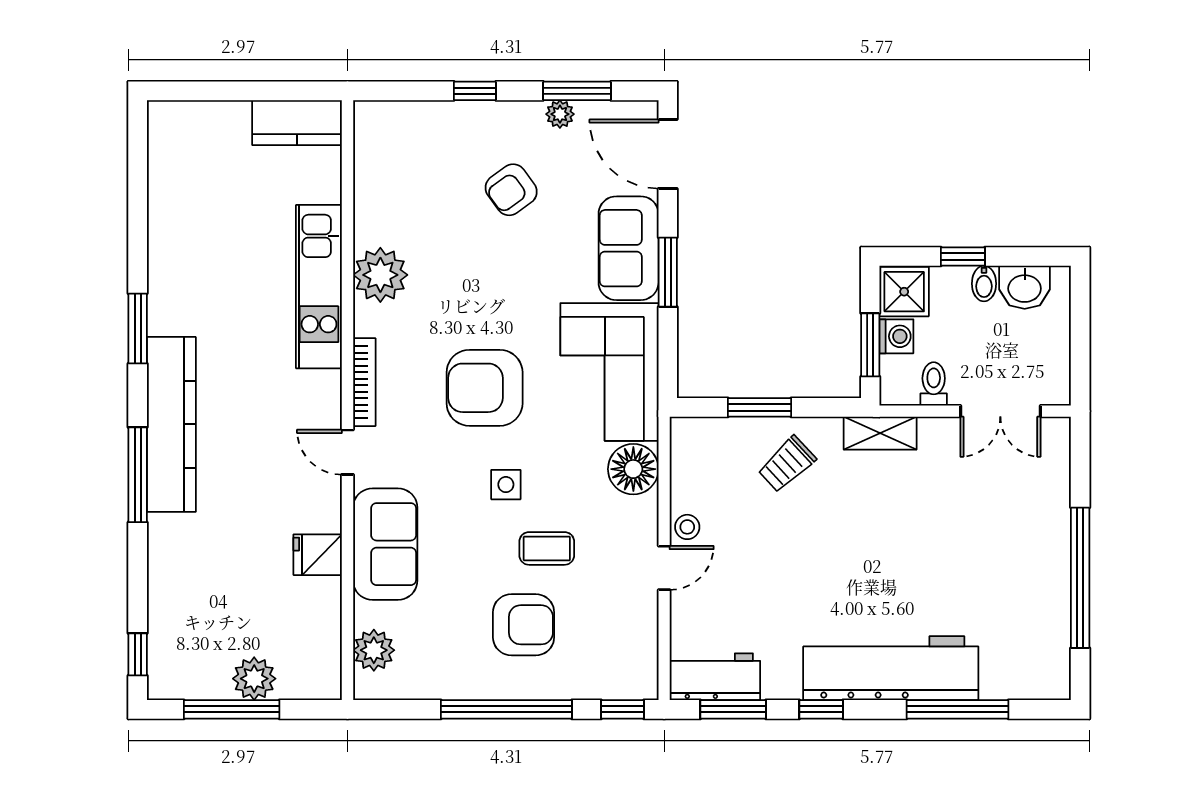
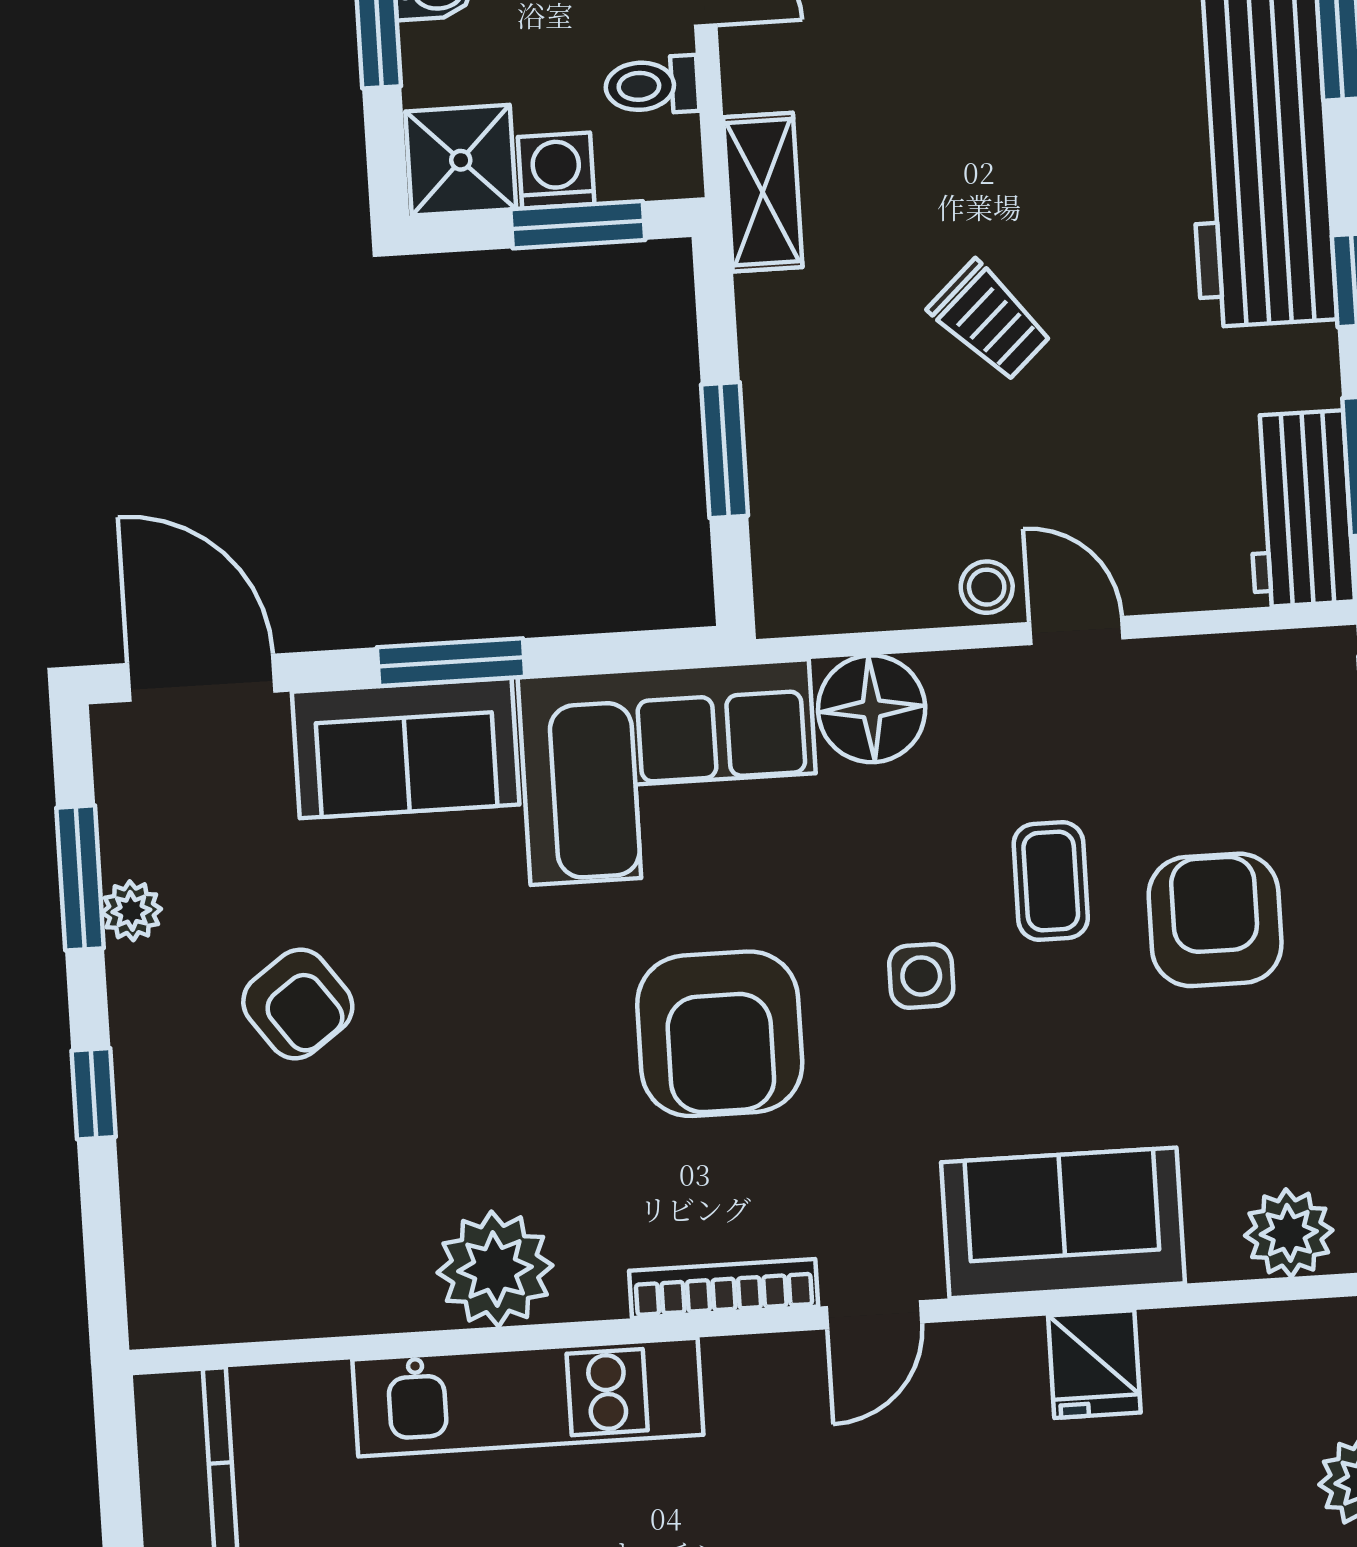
door: (668, 154) -> (201, 678), swing flipped
trolley: (787, 464) -> (990, 321), moved

